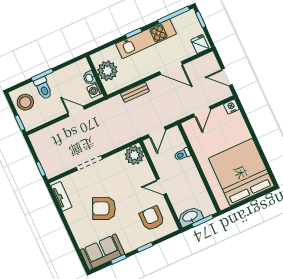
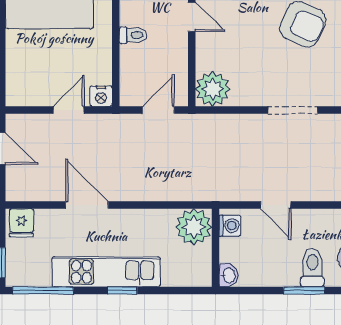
plant: (107, 71) -> (194, 227), moved
washbasin: (90, 78) -> (228, 275), moved
bench: (135, 92) -> (165, 192), removed
nightstand: (231, 107) -> (101, 96), moved
toilet: (182, 154) -> (133, 35), moved

